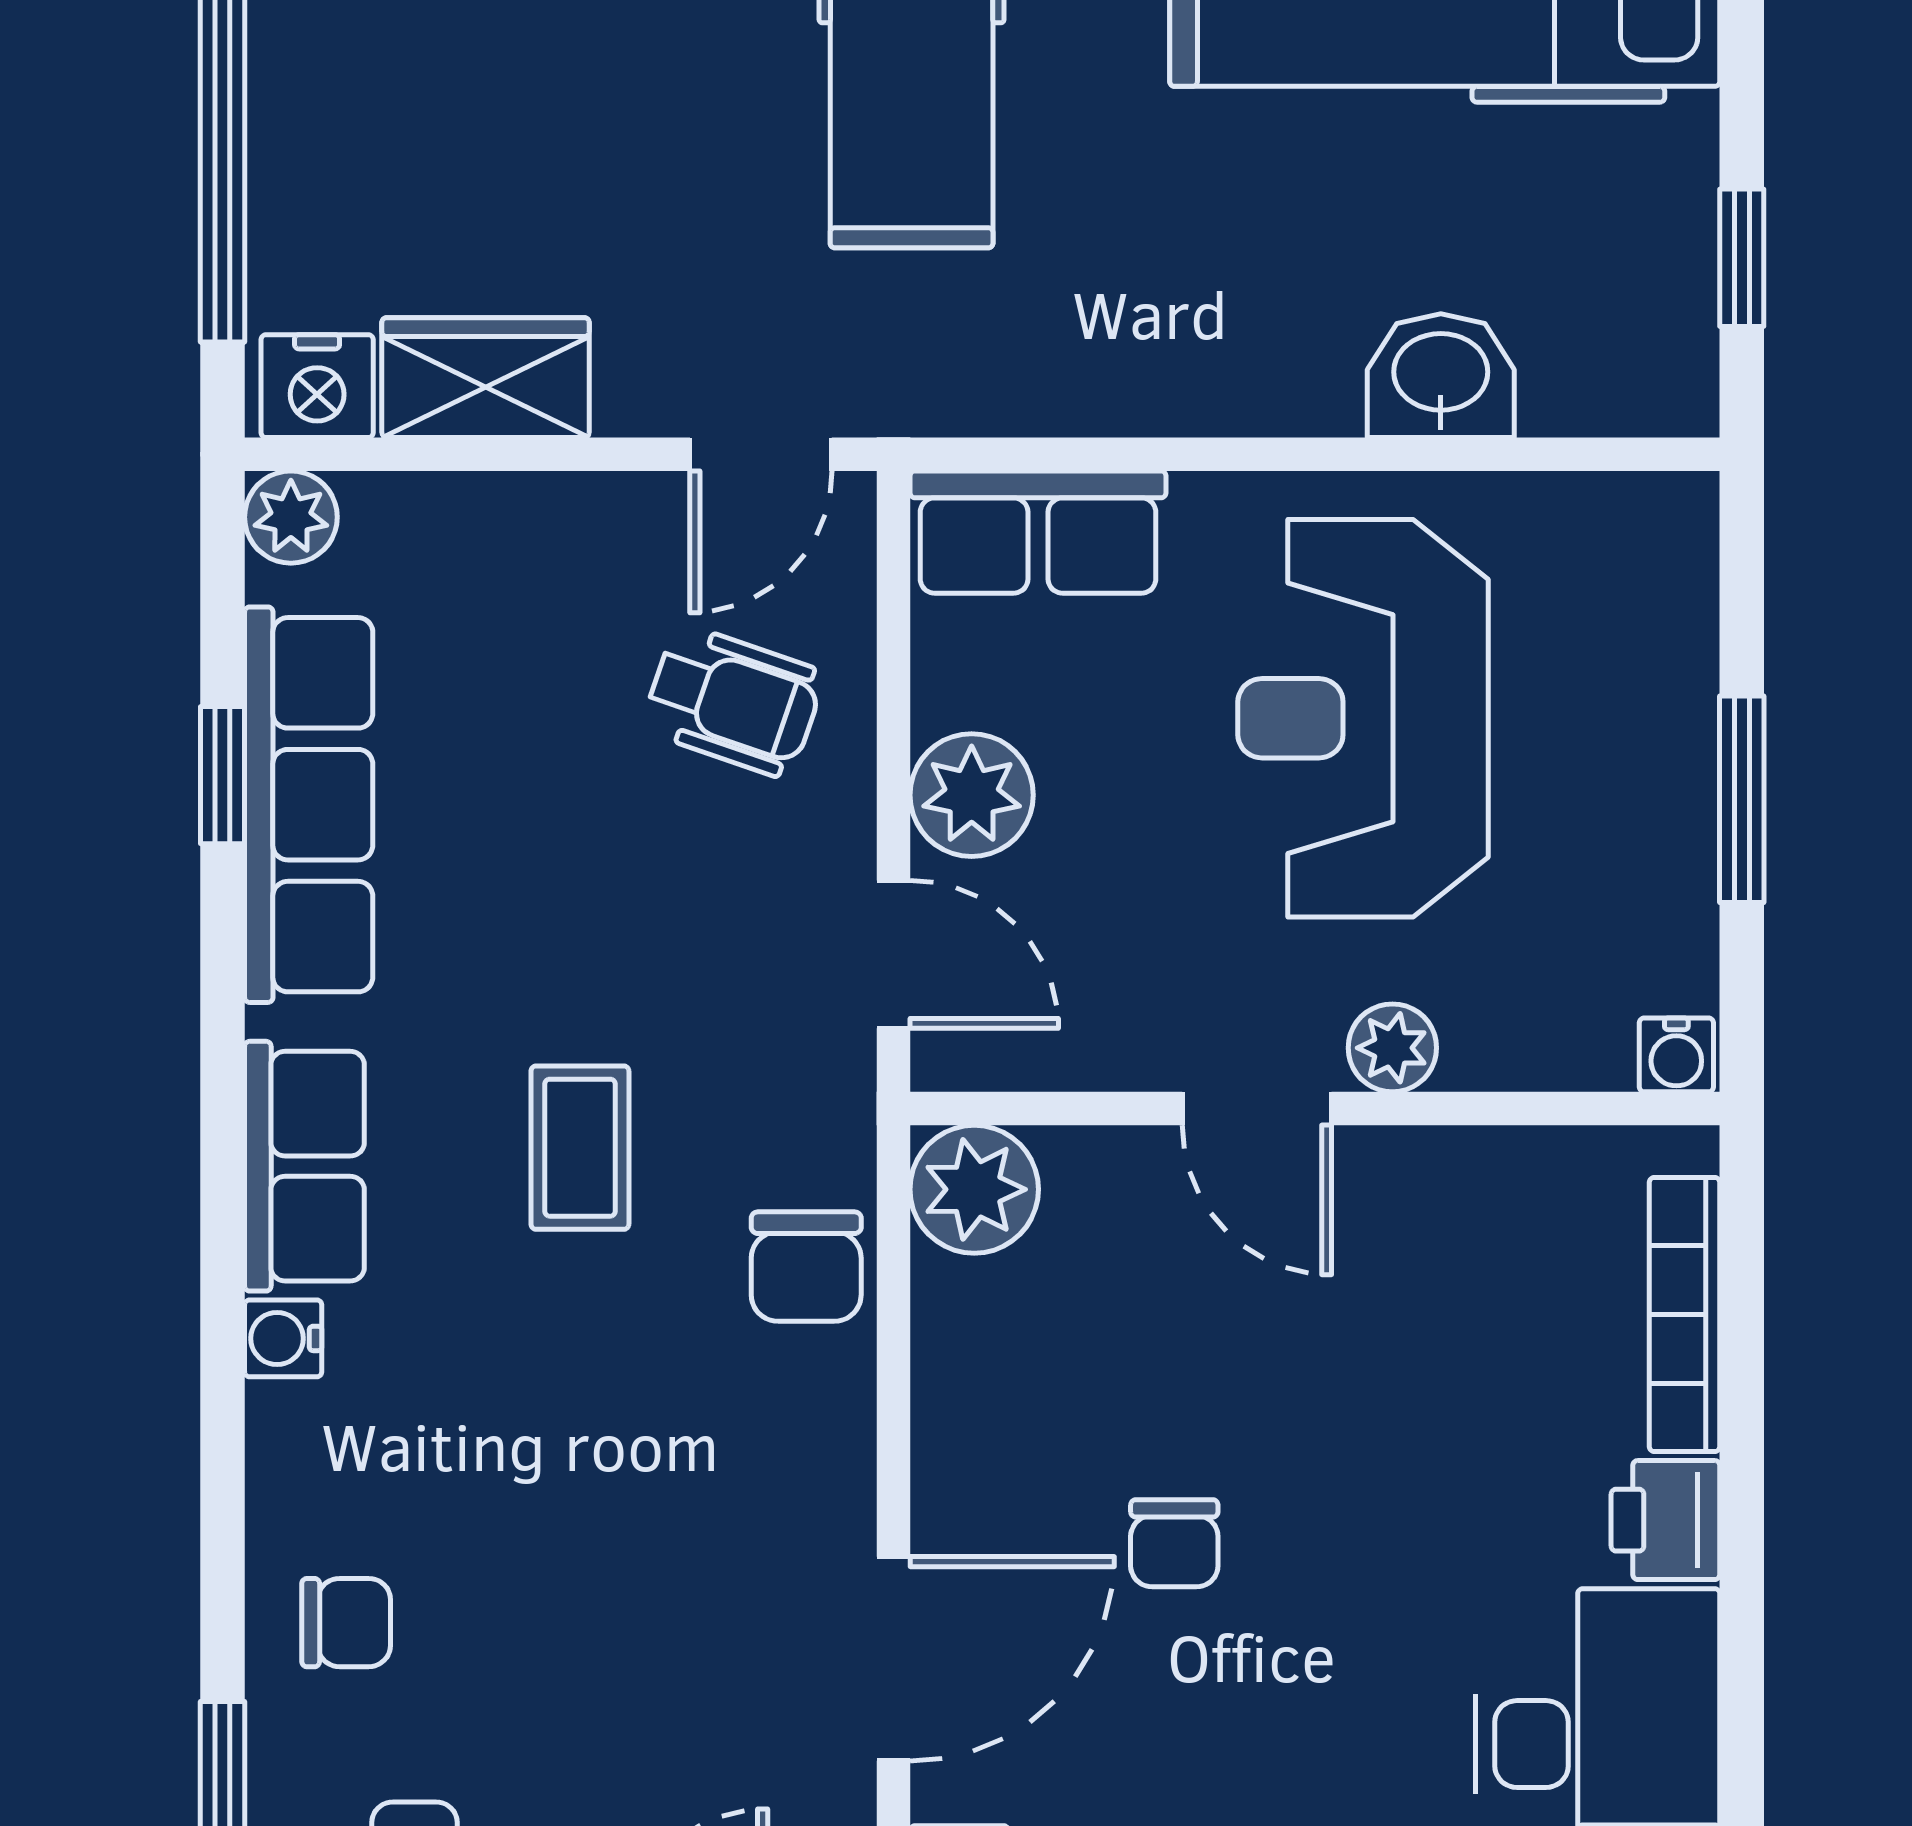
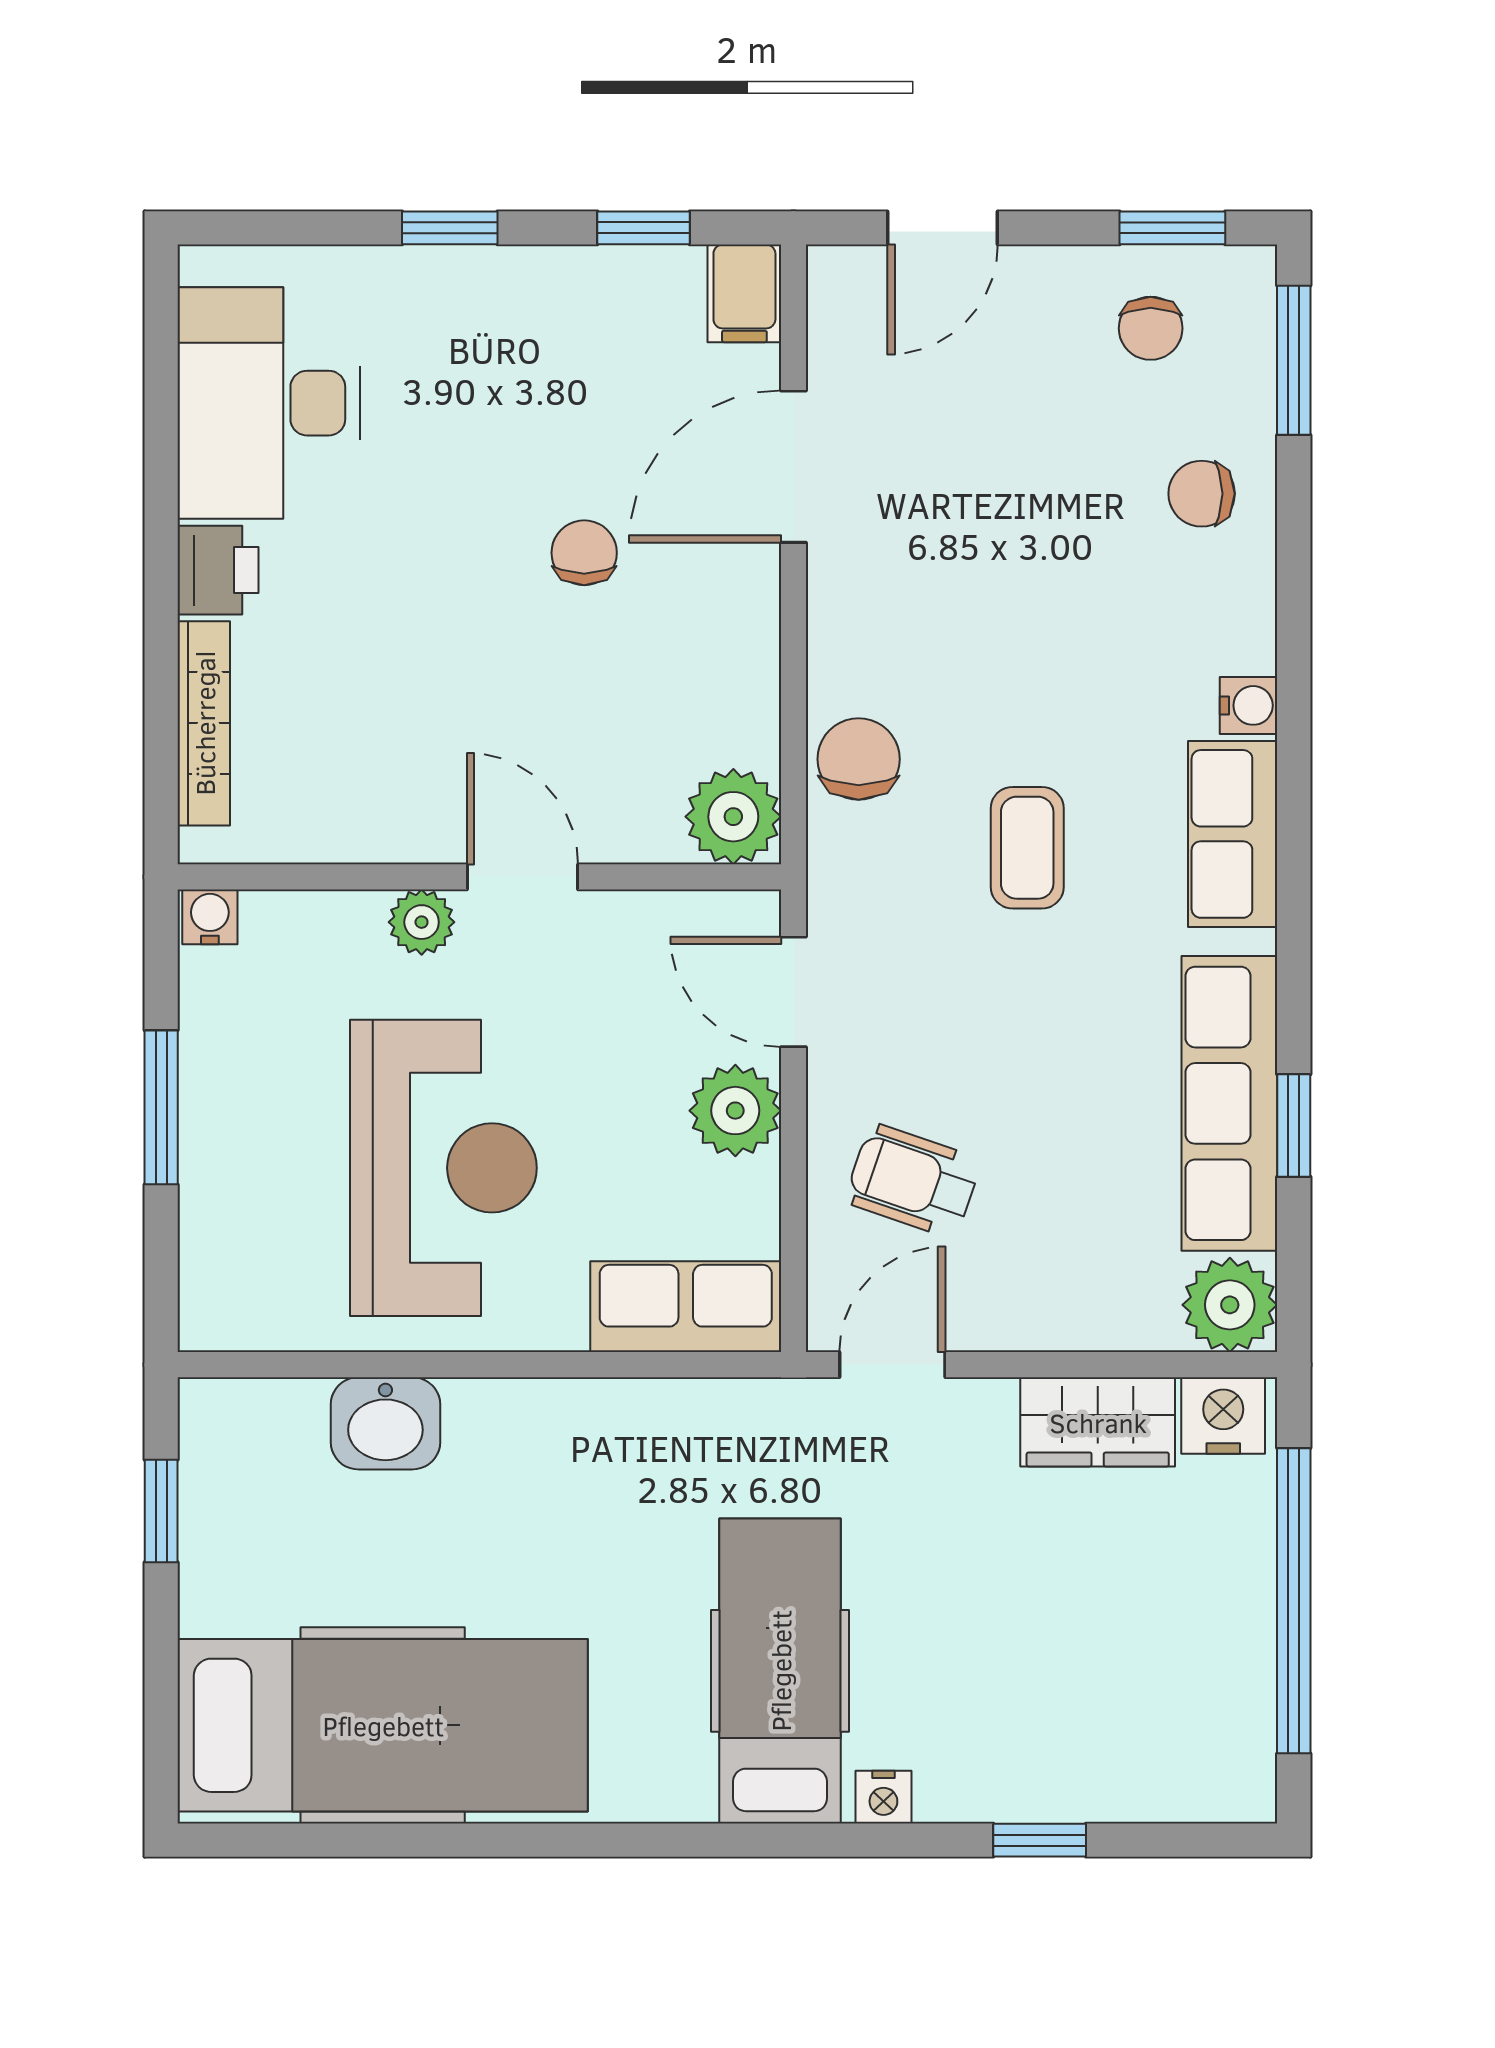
plant: (291, 517) -> (1230, 1305), width x1.38, depth x1.38

